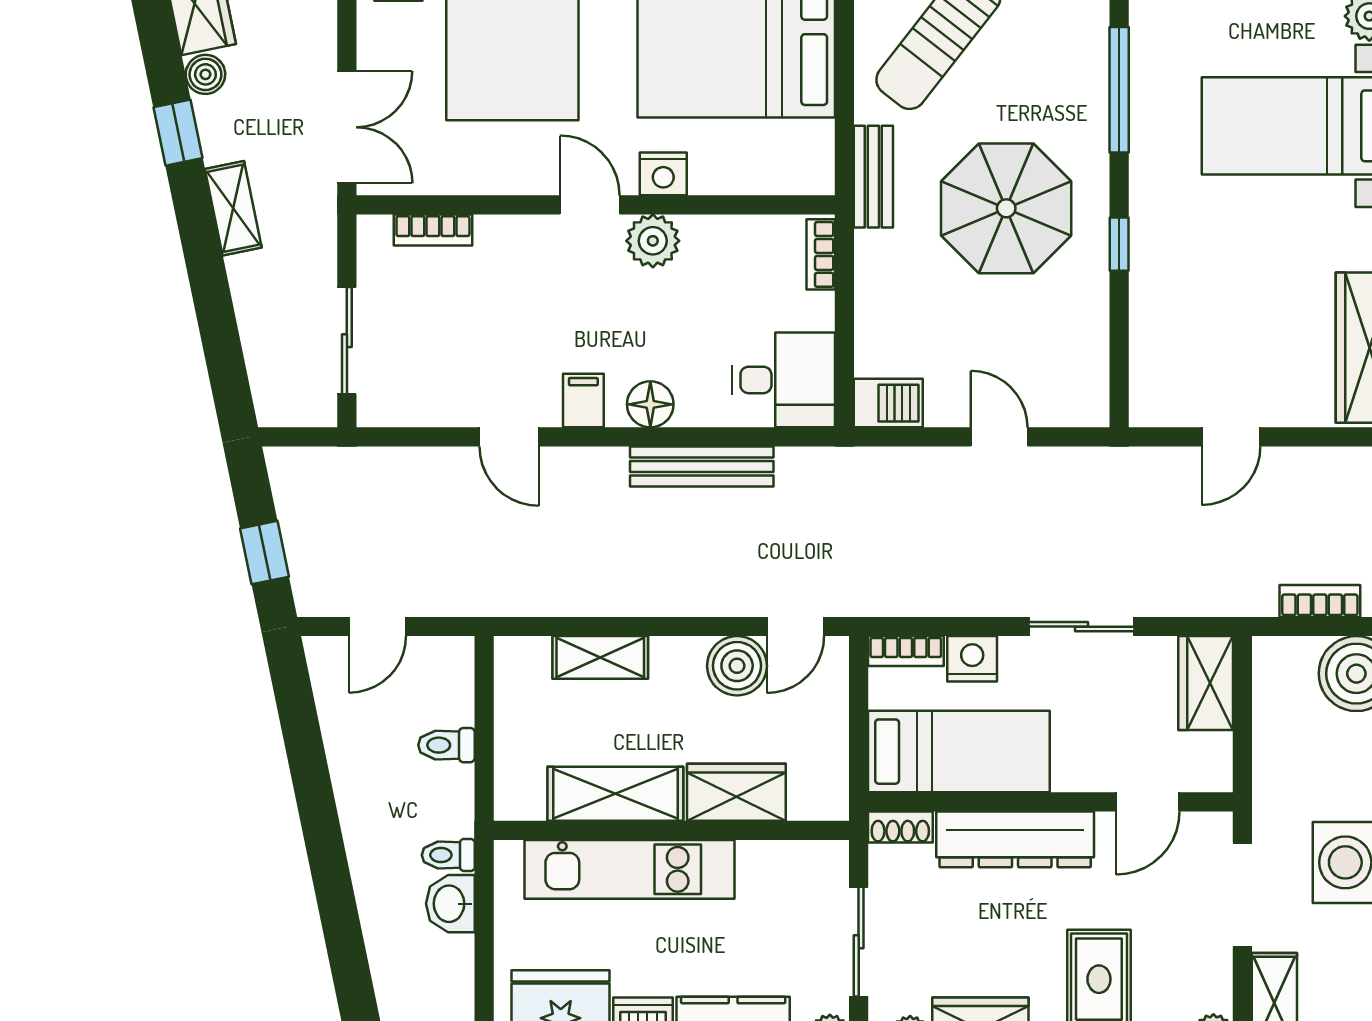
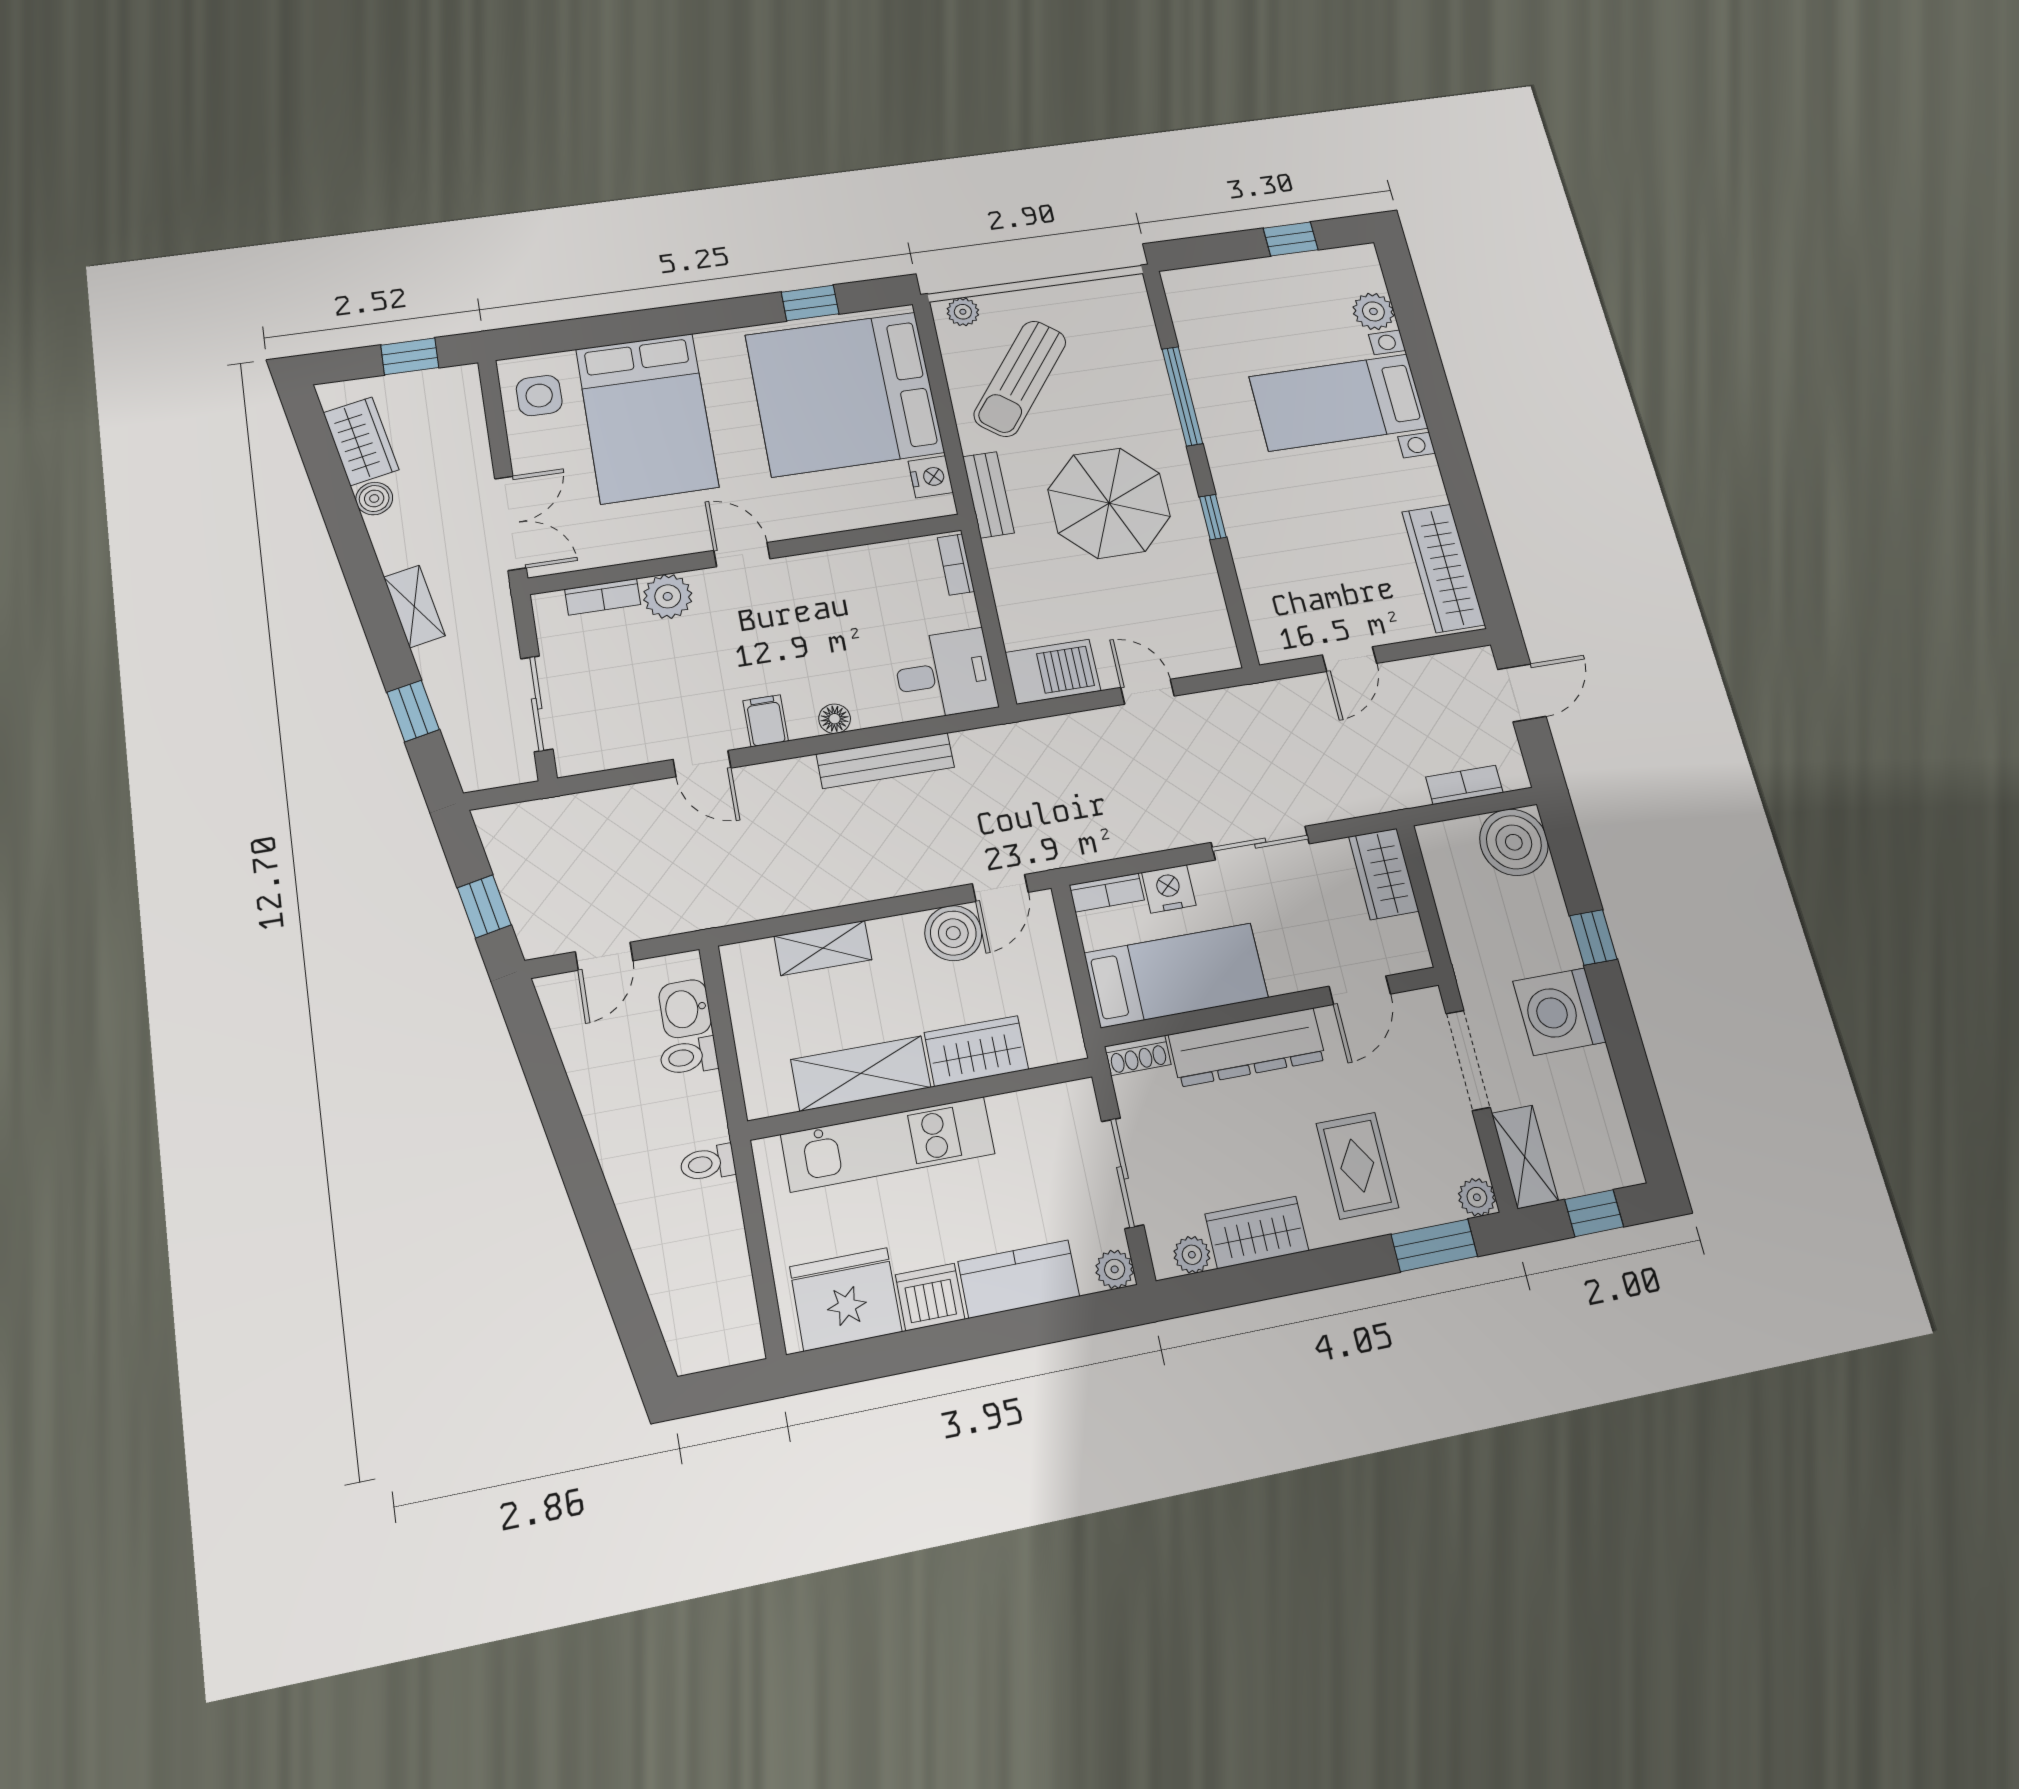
window: (178, 133) -> (413, 711), moved
nightstand: (663, 174) -> (931, 477), moved, turned -90
plant: (653, 241) -> (668, 596), moved
barbecue: (888, 403) -> (1053, 672), width x1.38, depth x1.27
floor lamp: (650, 404) -> (835, 719), width x0.73, depth x0.73
washbasin: (450, 904) -> (685, 1009), moved

